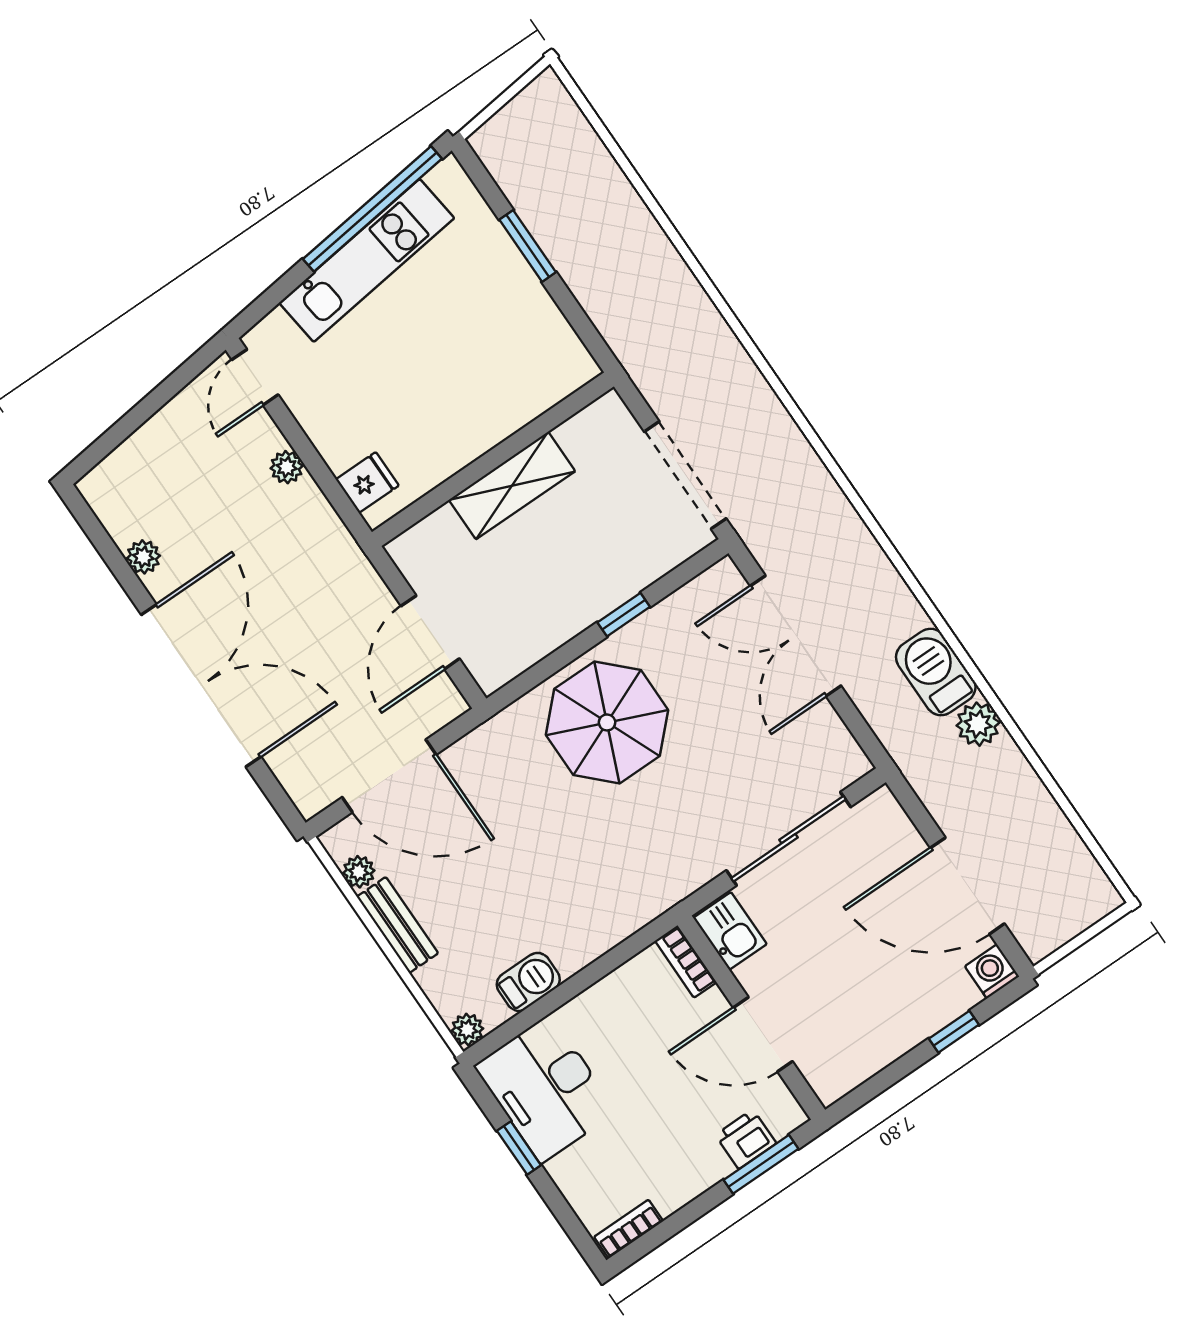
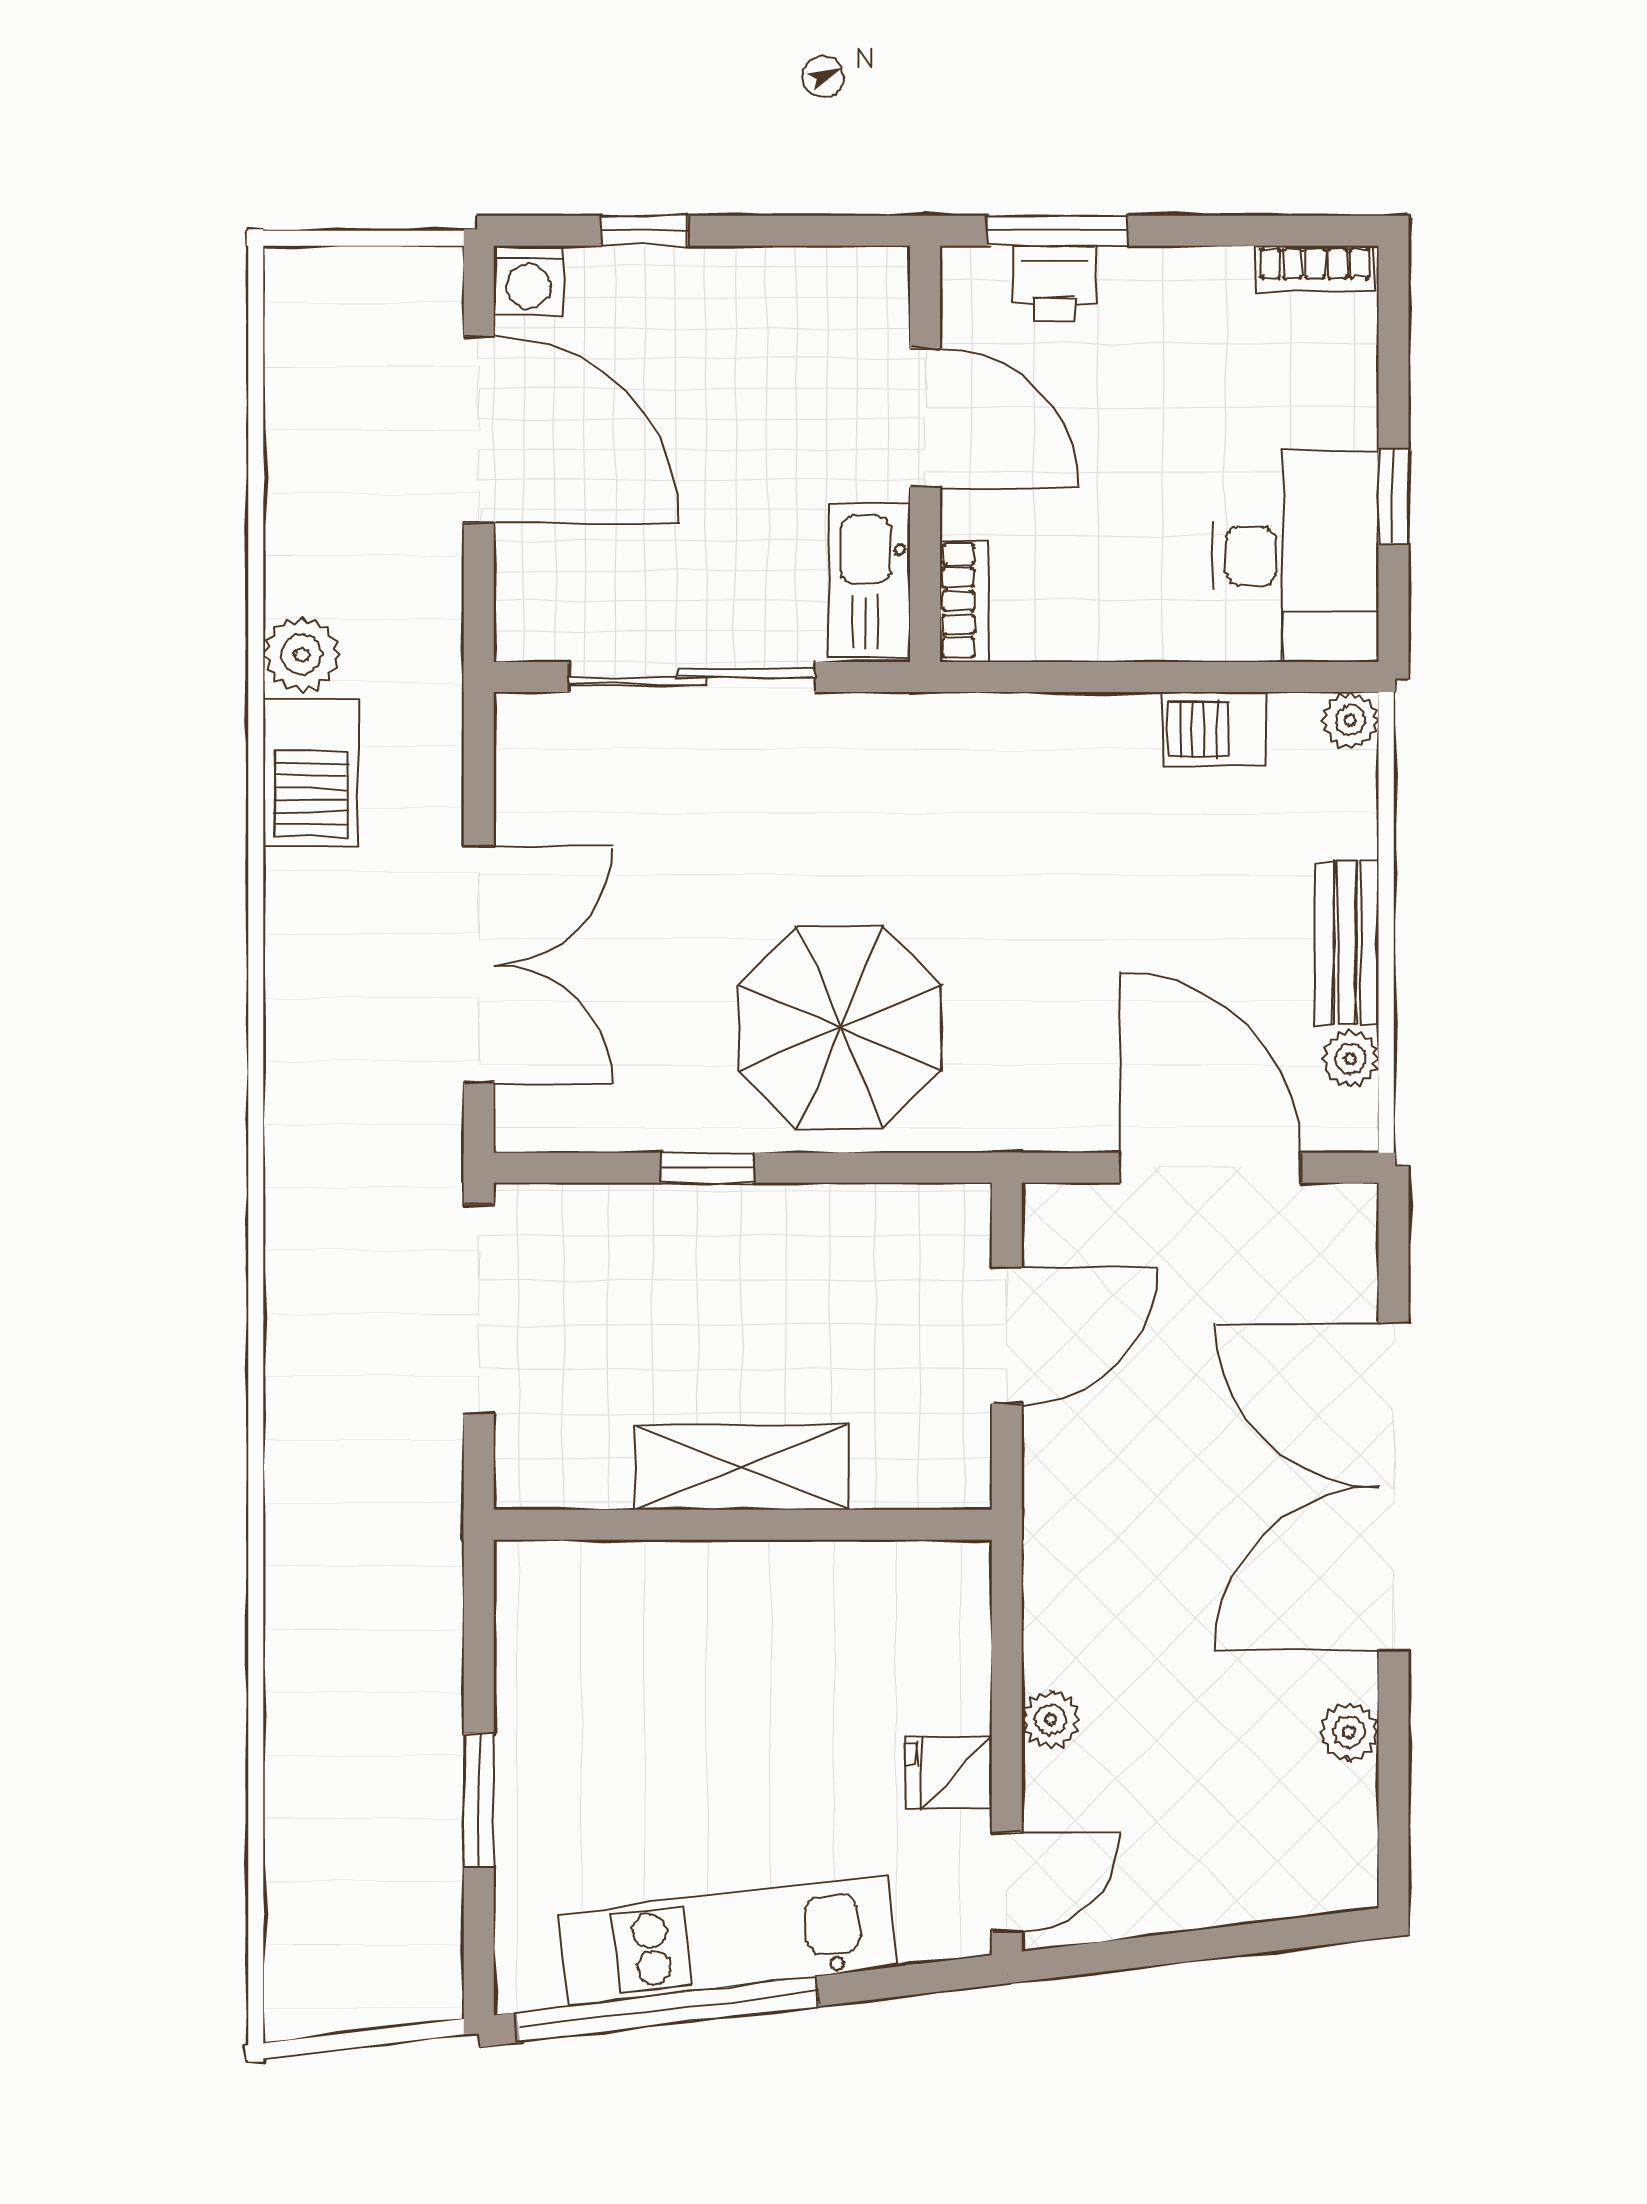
fridge: (367, 483) -> (949, 1773), moved
kitchen sink: (730, 931) -> (869, 580), width x1.38

